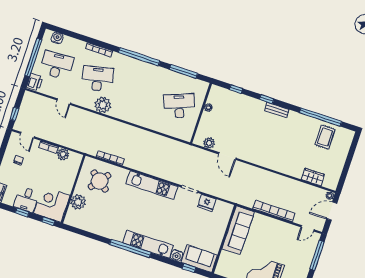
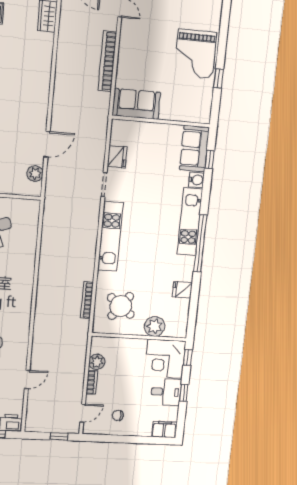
plant: (103, 105) -> (19, 328), removed
fridge: (100, 228) -> (182, 290), added
sofa: (238, 230) -> (136, 104), width x0.73

